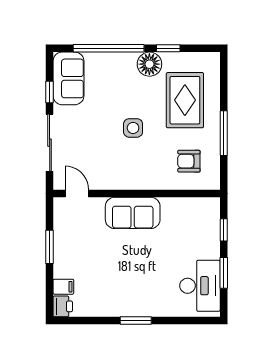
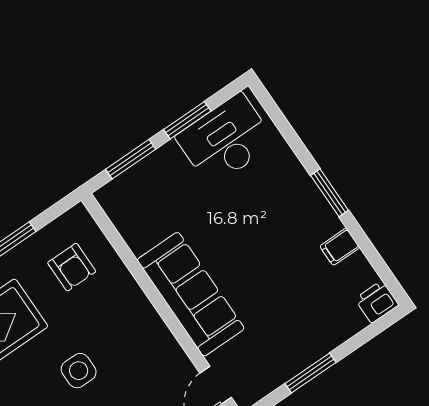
sofa: (133, 213) -> (191, 294), width x1.36
window: (224, 230) -> (131, 159), width x1.50
filing cabinet: (63, 287) -> (340, 247), moved, turned -90

